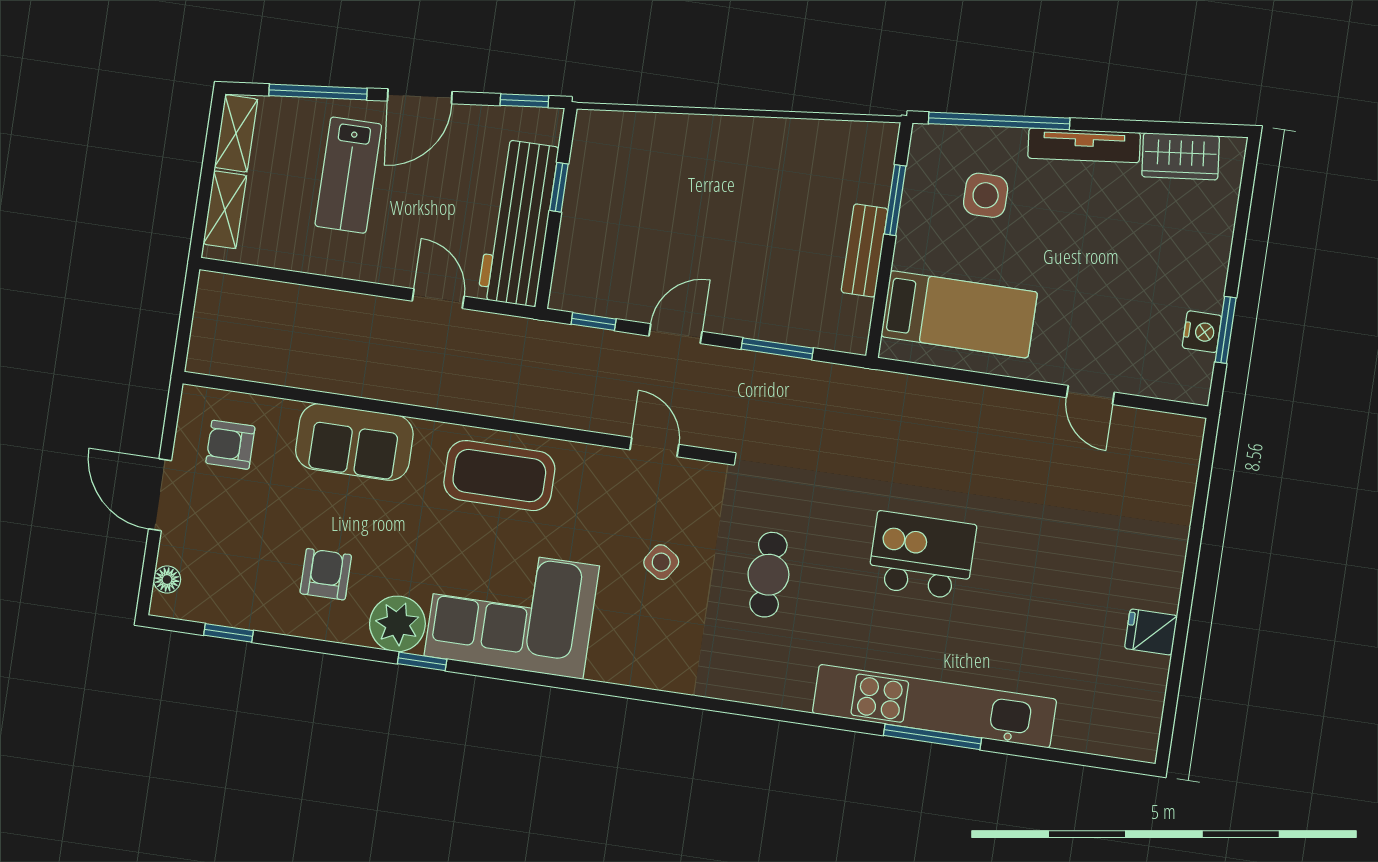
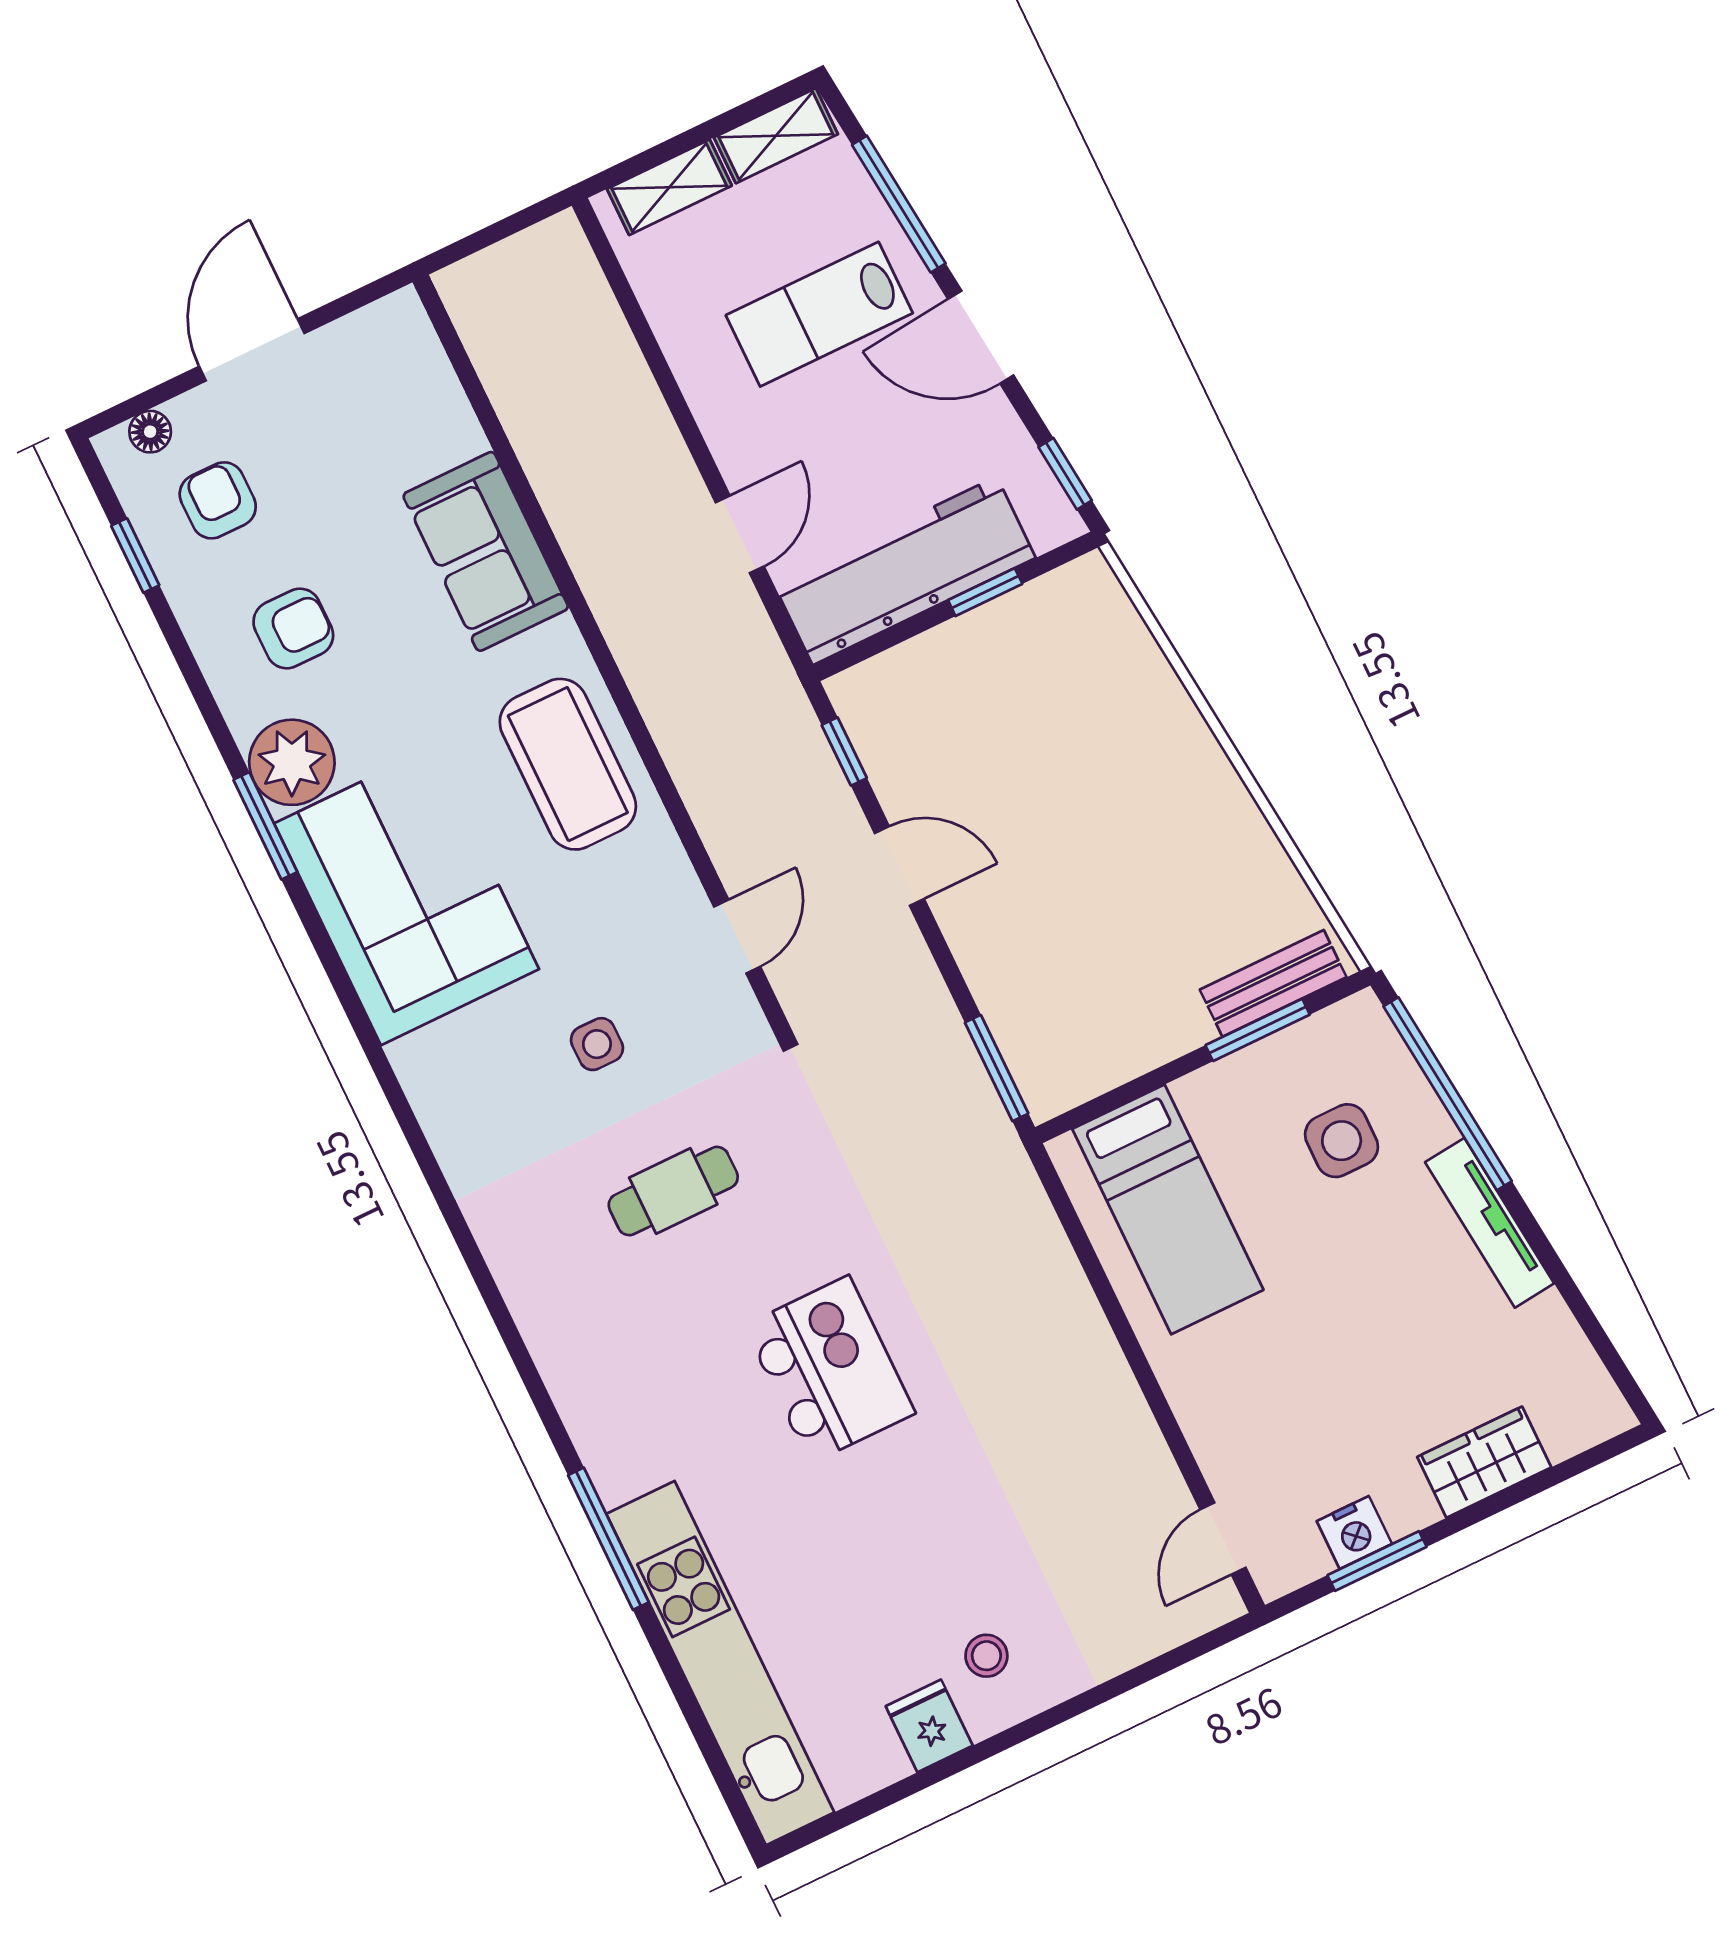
wardrobe: (1181, 156) -> (1484, 1462), moved, turned 96
bench: (864, 250) -> (1273, 983), moved
window: (777, 349) -> (997, 1068), moved
door: (1090, 395) -> (1223, 1539), moved
armchair: (230, 445) -> (218, 500), moved
side table: (661, 562) -> (597, 1044), turned -33
stool: (1134, 575) -> (986, 1656), added
window: (422, 661) -> (265, 826), width x1.50
kitchen unit: (934, 706) -> (720, 1663), moved

